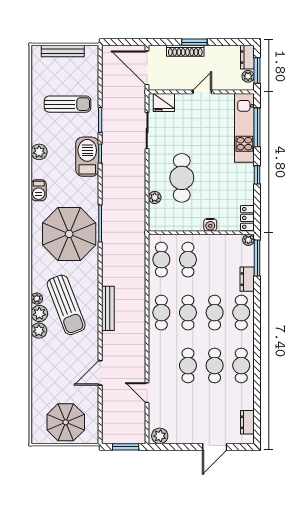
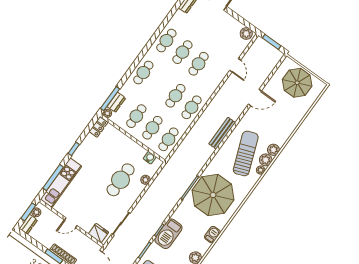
water cooler: (210, 225) -> (150, 158), moved
dresser: (247, 279) -> (116, 102), moved
cafe table: (215, 313) -> (136, 116), moved

